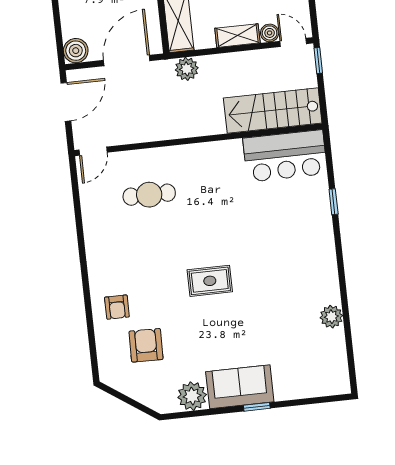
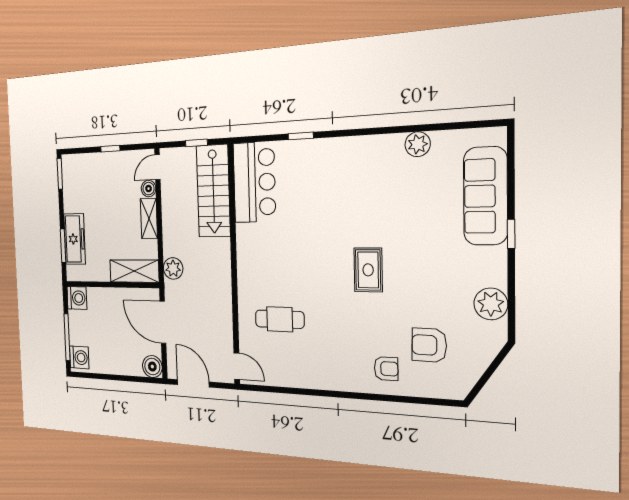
window: (318, 60) -> (196, 143), moved
cafe table: (149, 195) -> (280, 319), turned 90
sofa: (240, 387) -> (485, 196), moved, width x1.36

